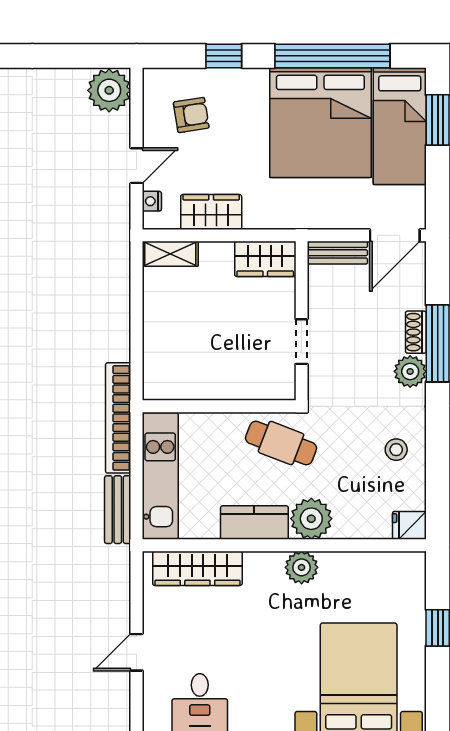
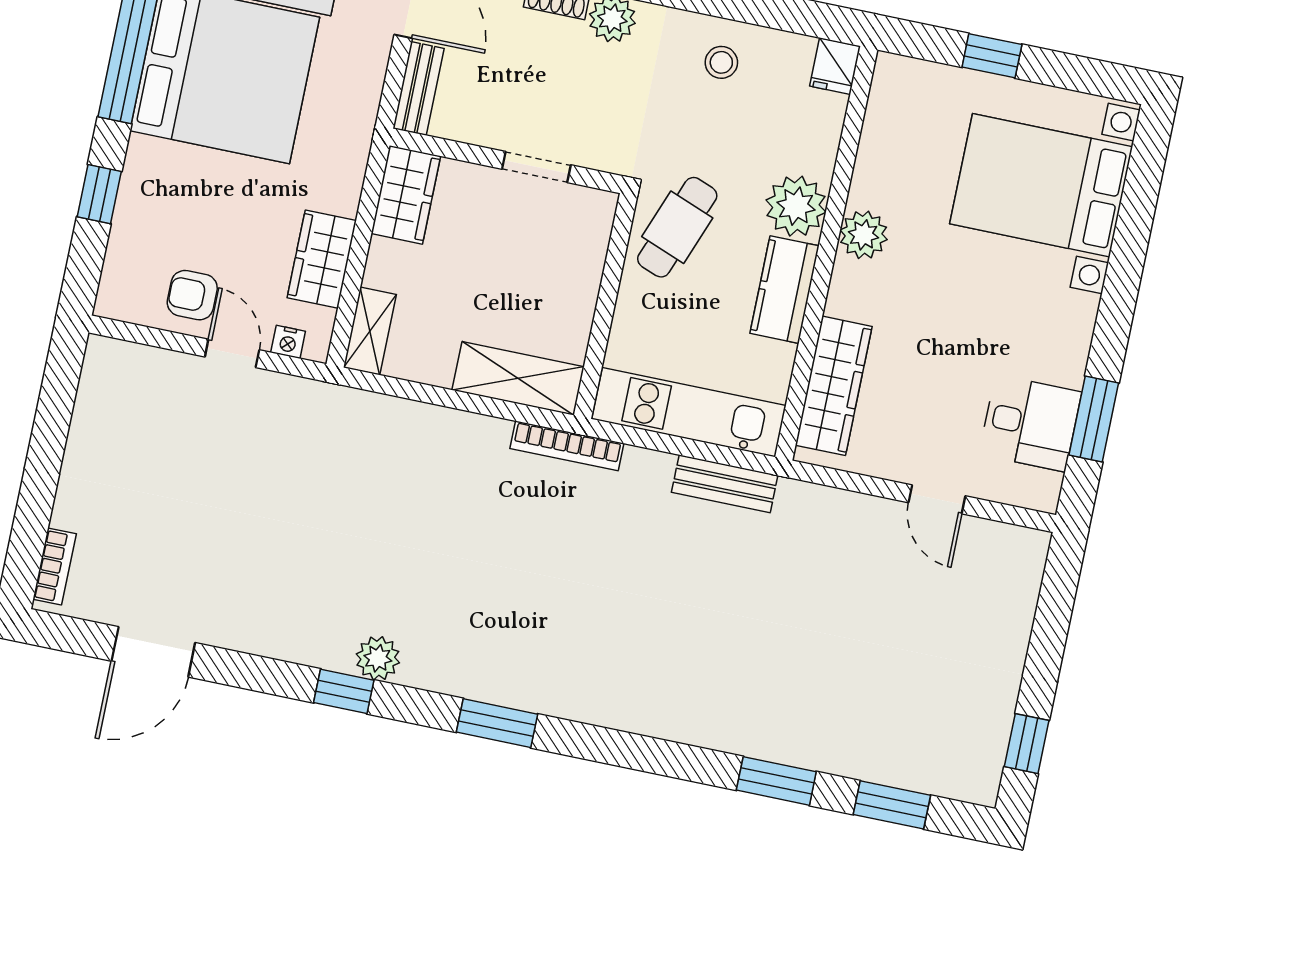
plant: (109, 90) -> (115, 370), removed
armchair: (191, 115) -> (192, 295), moved, turned -81
shelving: (159, 358) -> (518, 378), added
bookcase: (118, 418) -> (567, 446), width x0.68, depth x0.76

